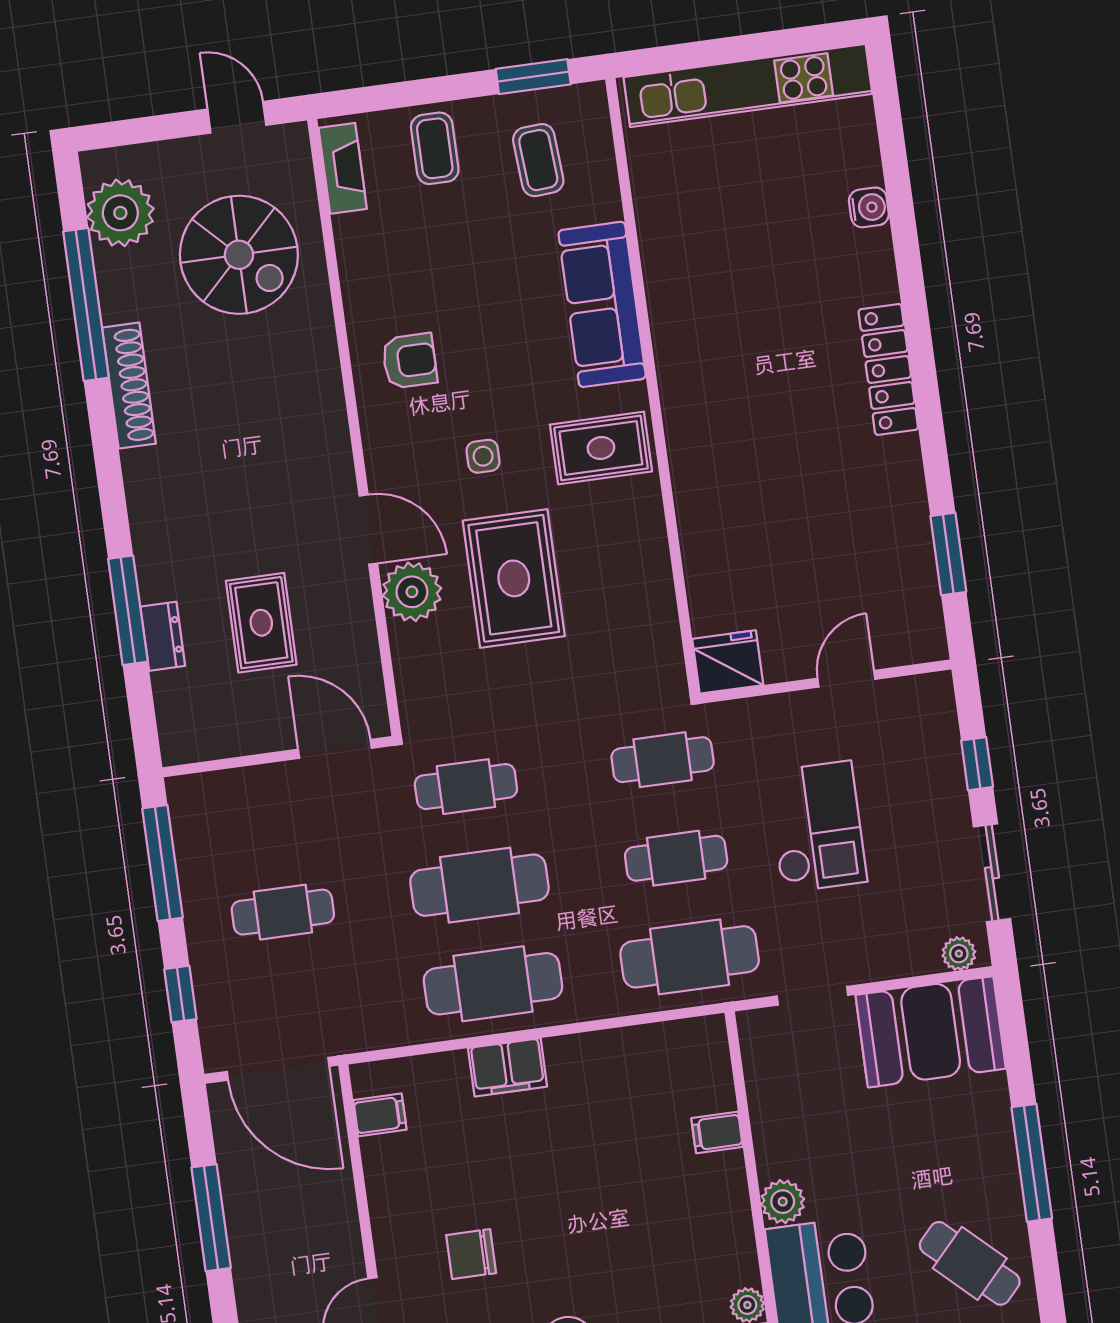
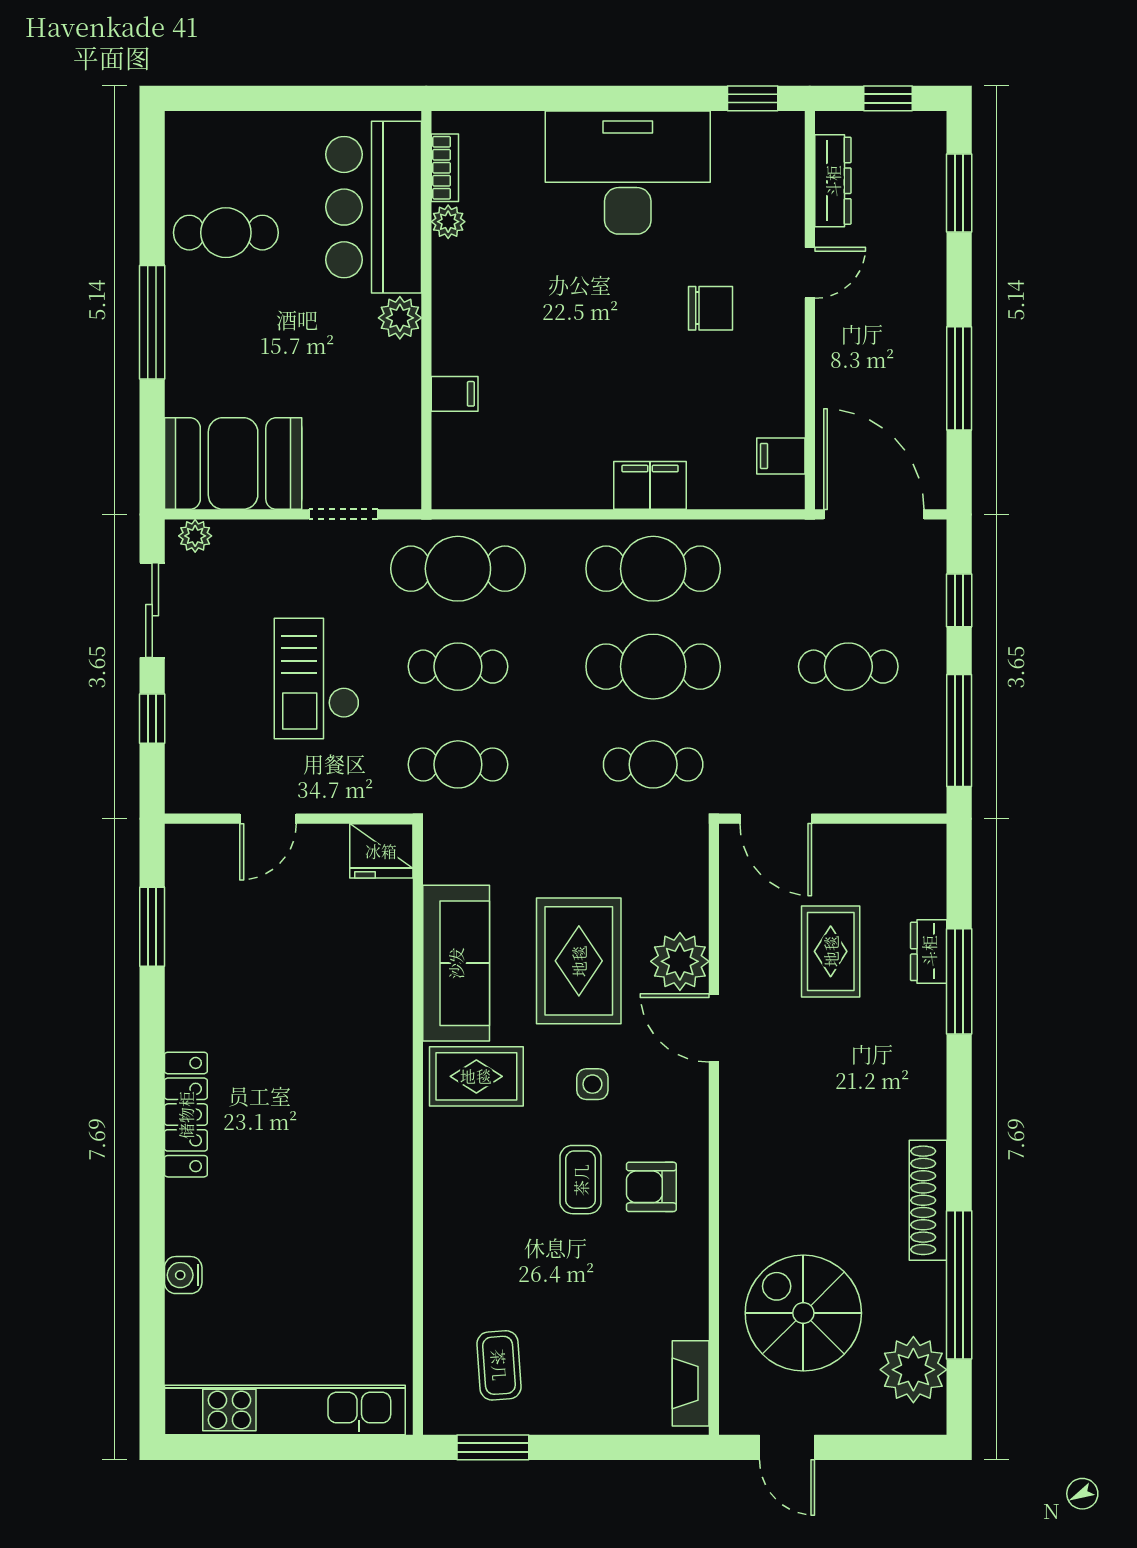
coffee table: (435, 148) -> (581, 1180), moved
sofa: (602, 304) -> (456, 963), moved
cafe table: (970, 1263) -> (226, 233), turned -43

